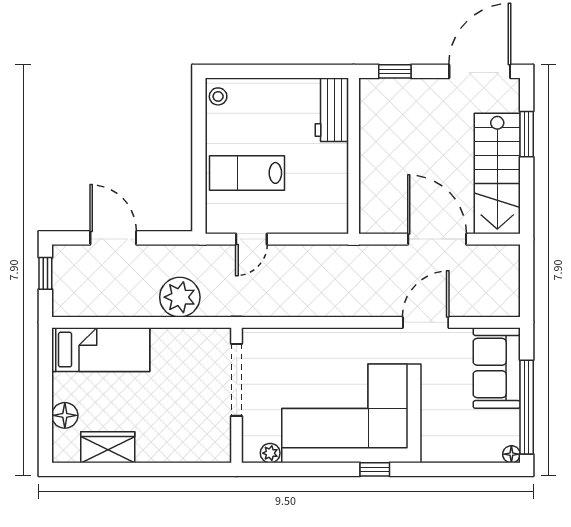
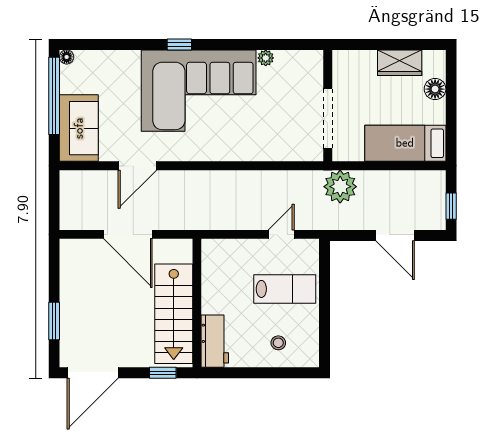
stool: (218, 96) -> (278, 343), moved
stairs: (497, 174) -> (174, 314), moved, turned 180
doorway: (237, 380) -> (328, 118), moved
wall: (237, 395) -> (328, 106), moved

